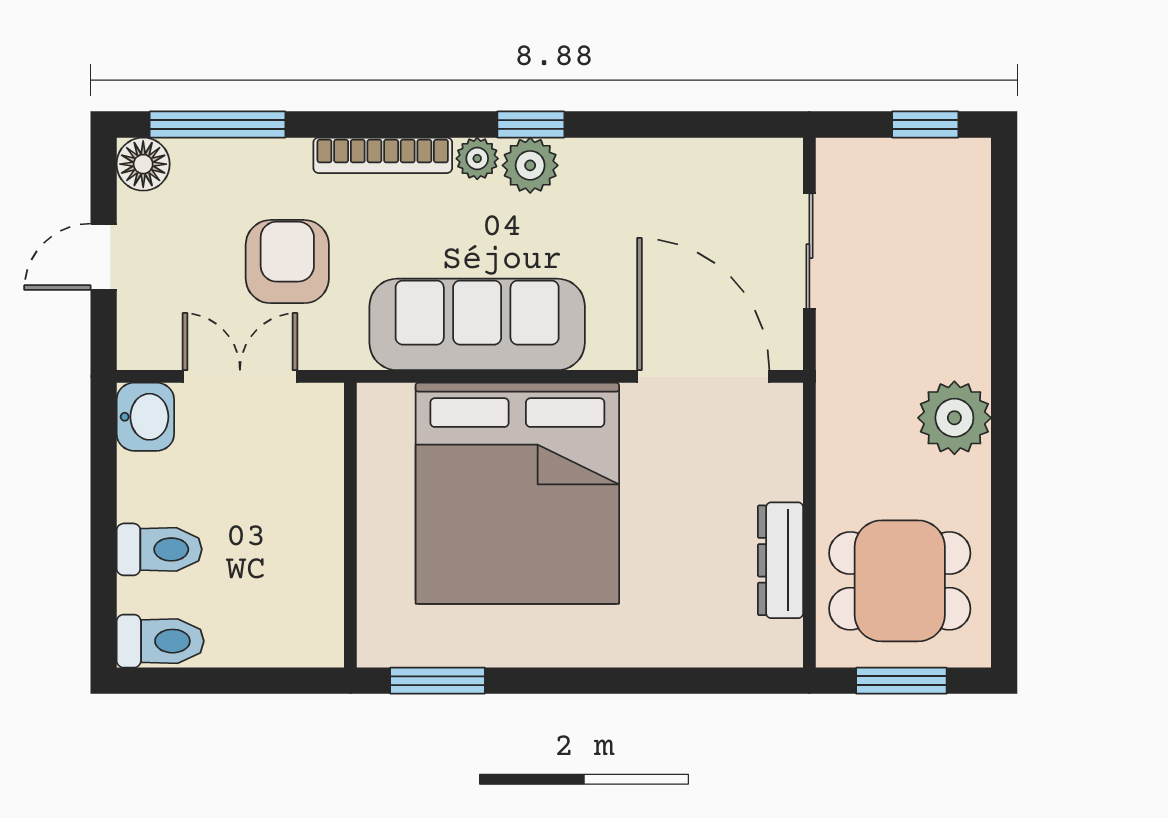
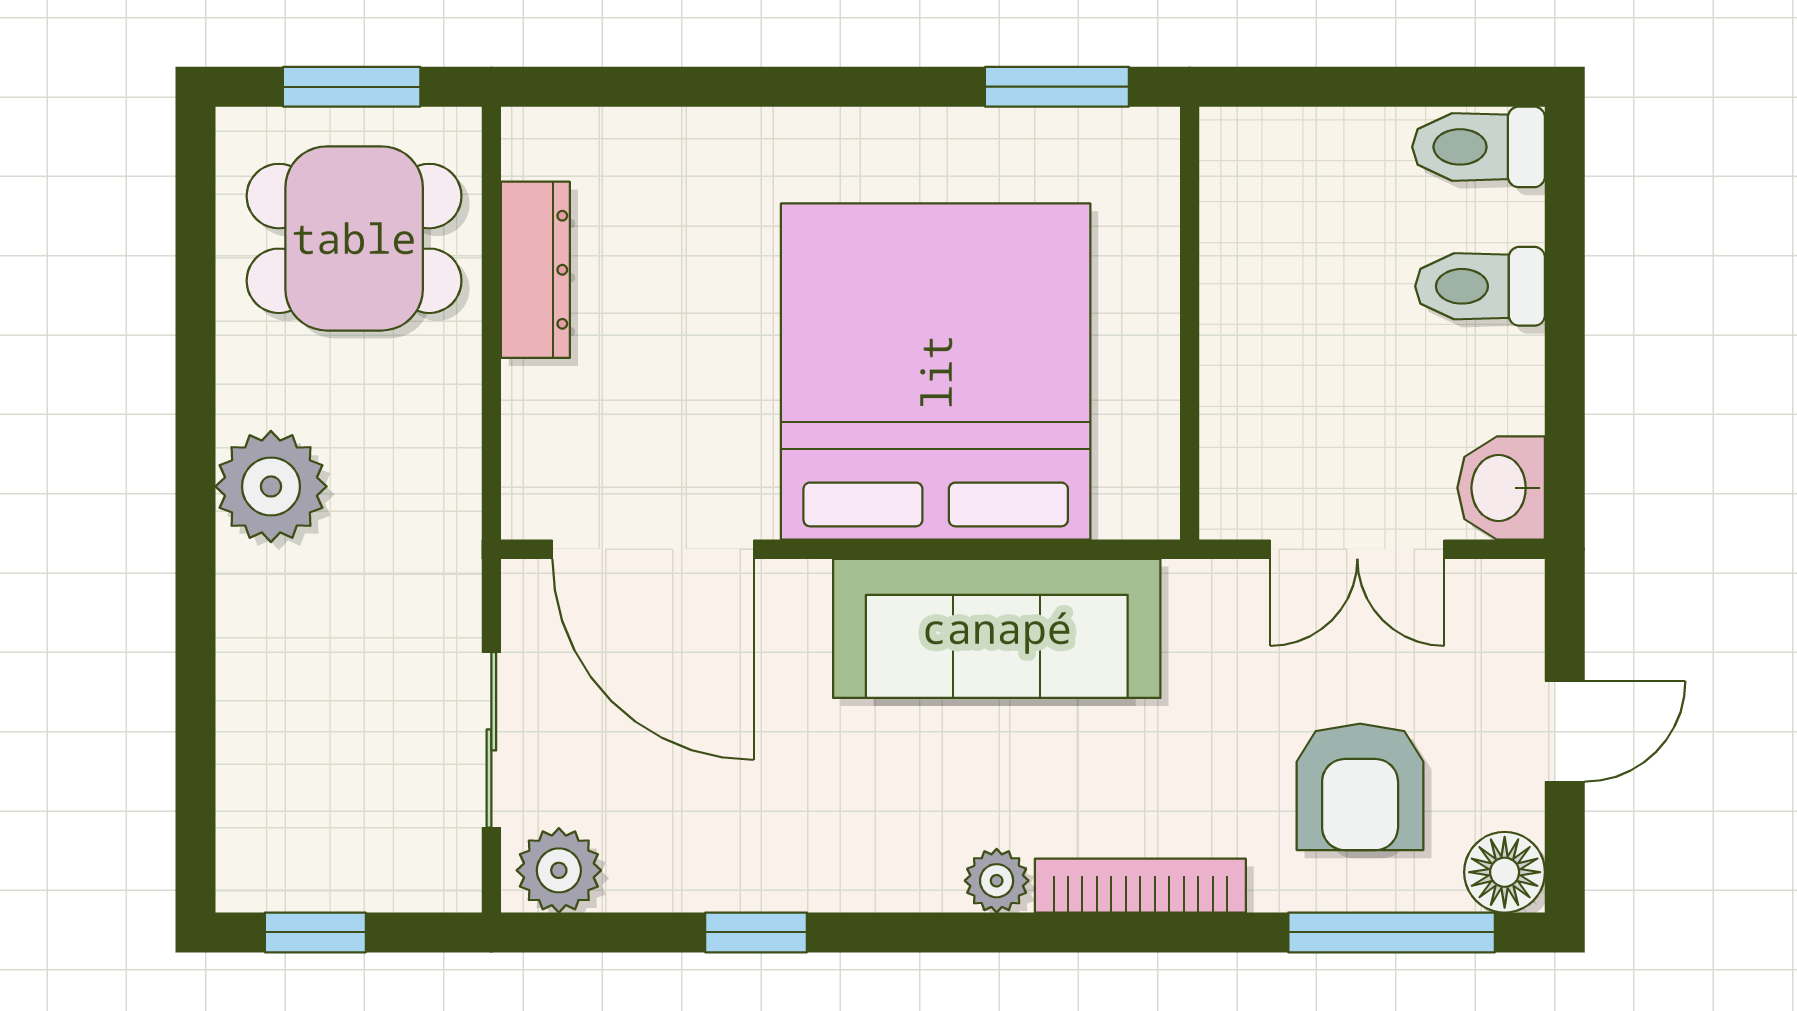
window: (531, 124) -> (756, 932), moved
plant: (530, 165) -> (559, 870), moved
armchair: (287, 262) -> (1360, 787), moved

